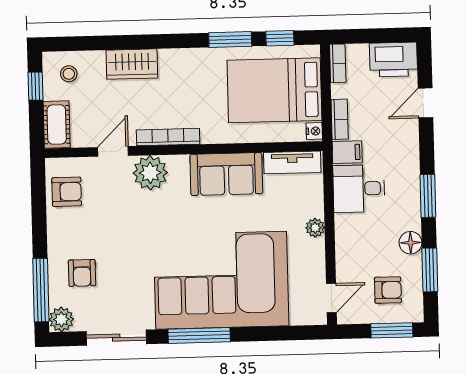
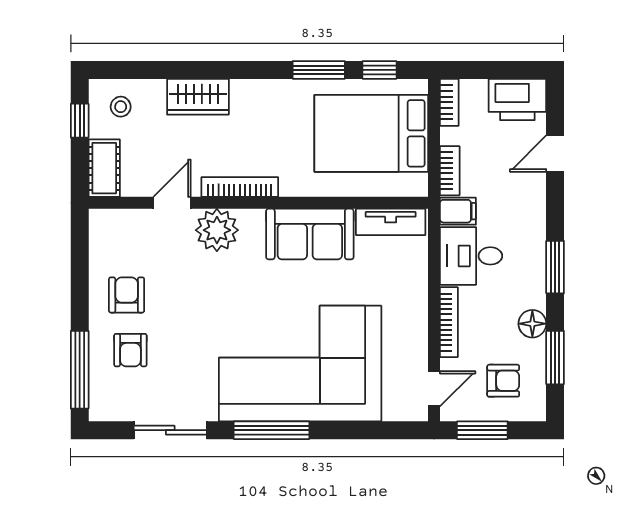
nightstand: (314, 131) -> (418, 184), removed
armchair: (67, 192) -> (127, 295), moved, turned -90
plant: (315, 228) -> (416, 302), removed
bookcase: (342, 243) -> (449, 322), added
plant: (61, 319) -> (104, 406), removed
window: (392, 330) -> (482, 430), moved

